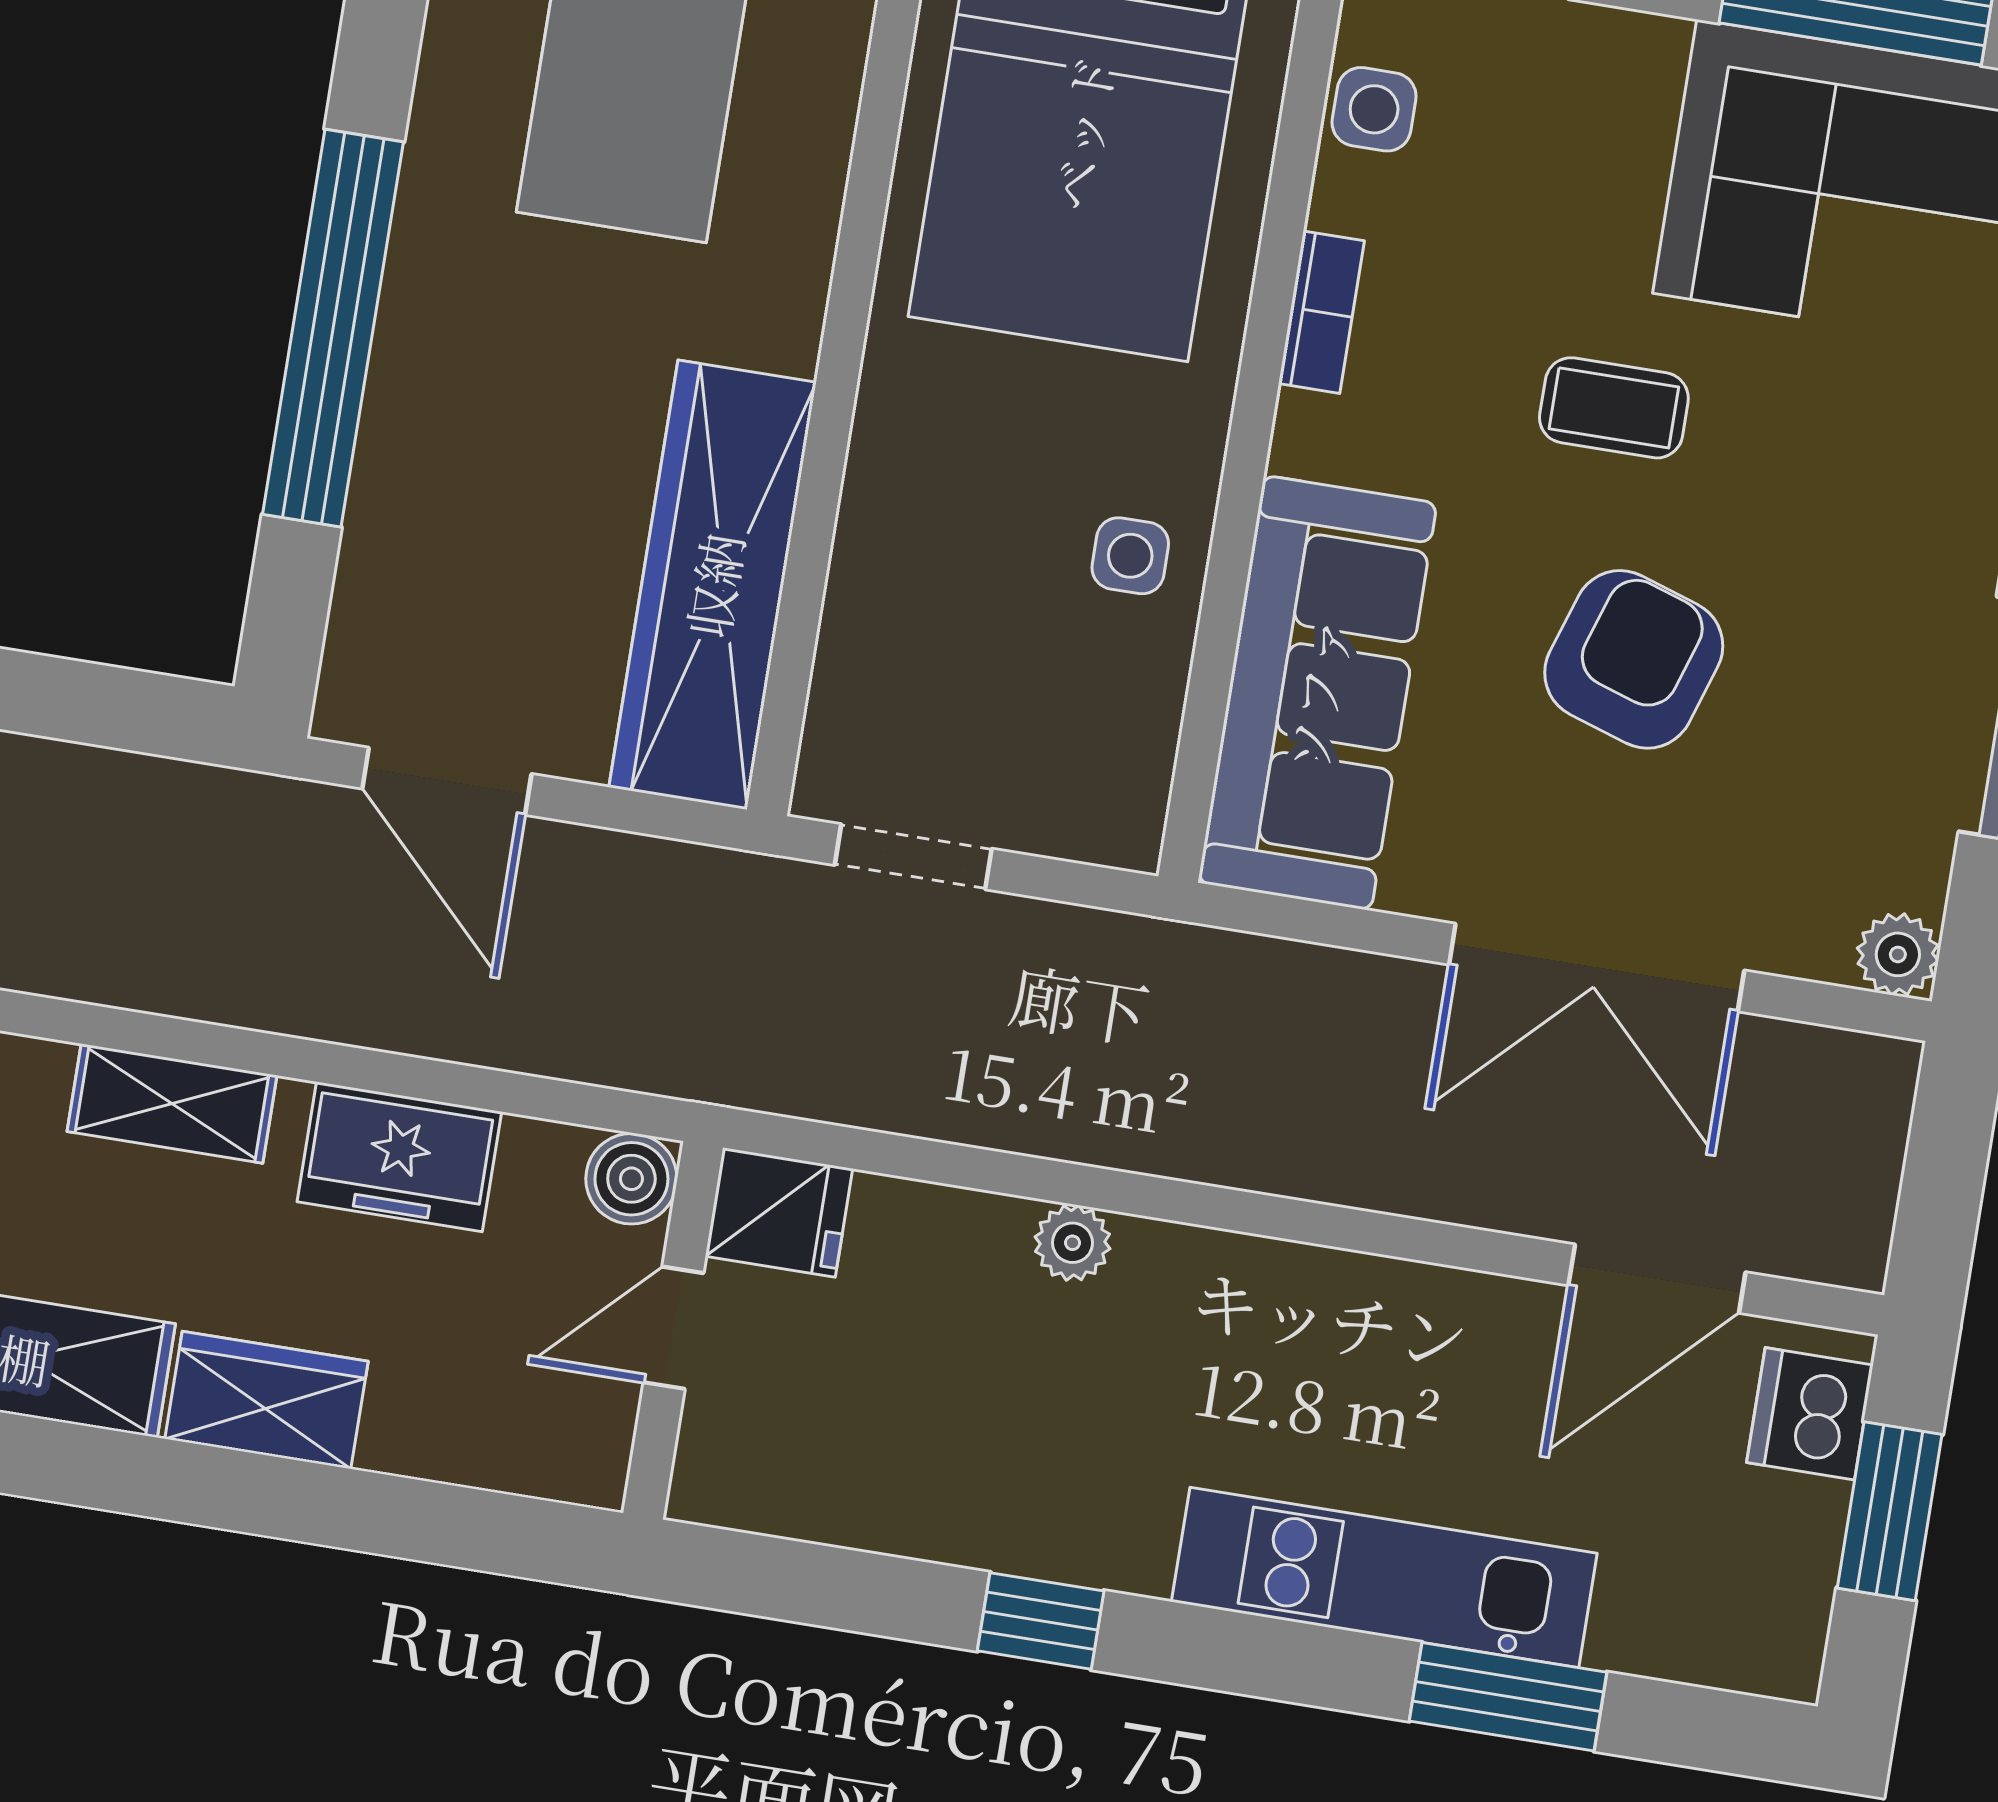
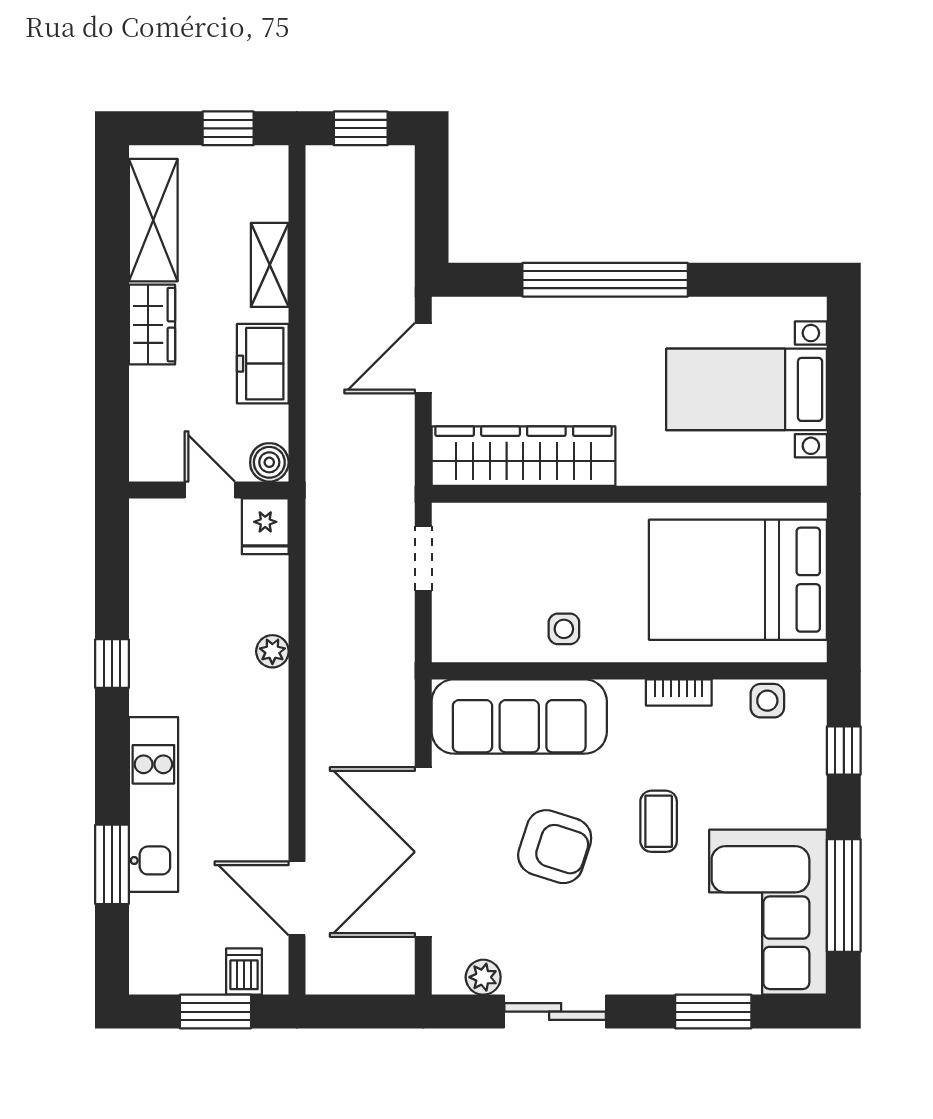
plant: (1898, 954) -> (483, 977), moved
double door: (1597, 967) -> (423, 852), width x1.36
dishwasher: (1810, 1414) -> (244, 972), width x0.73

